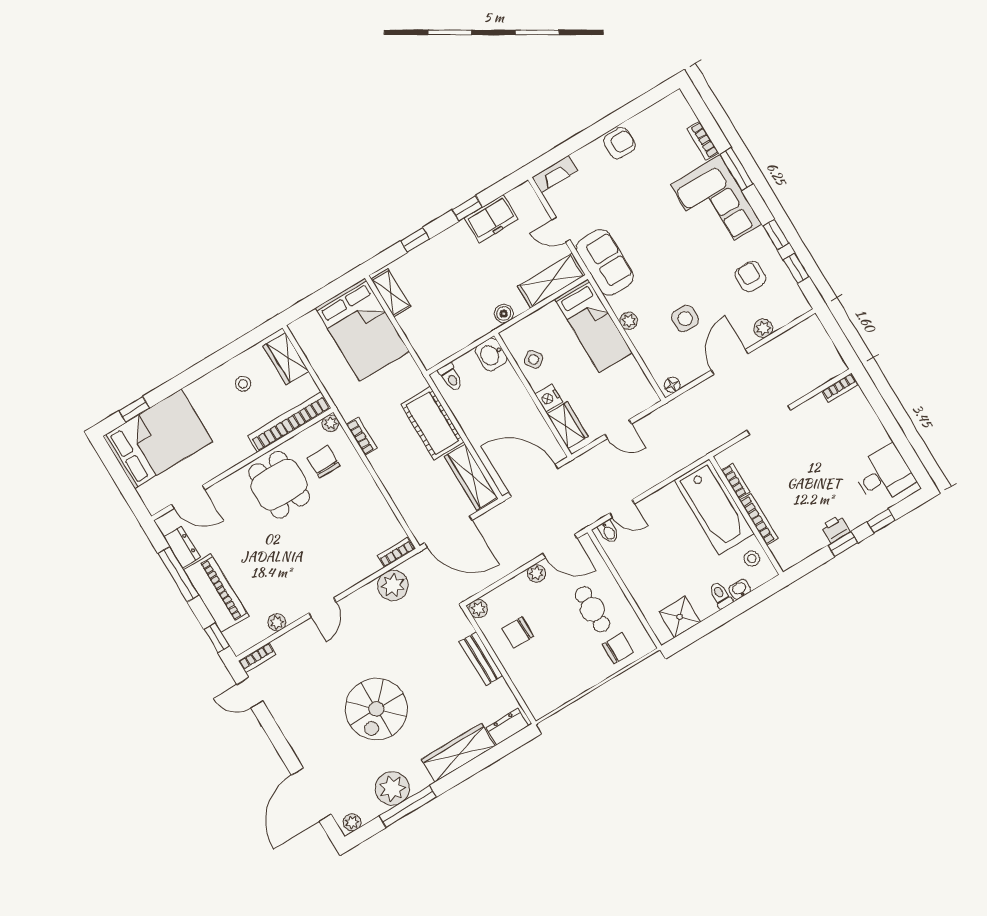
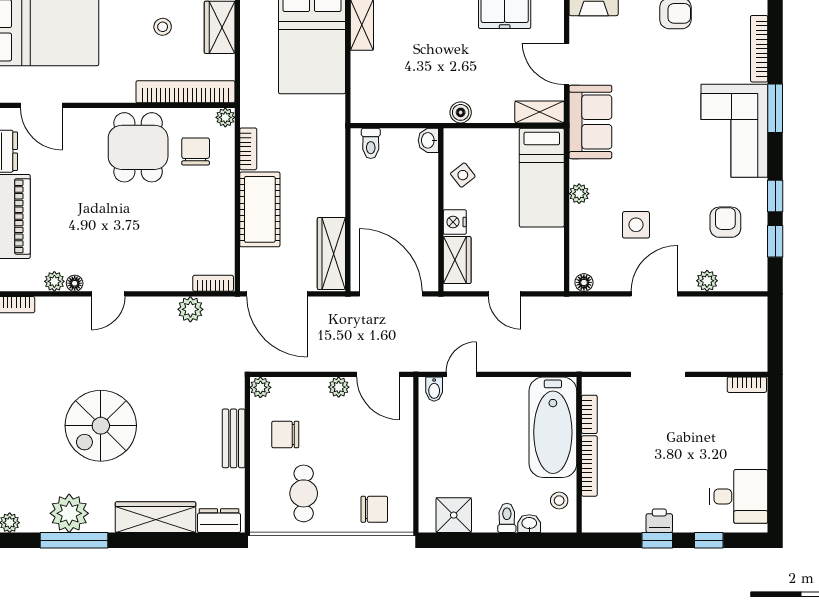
bookcase: (703, 141) -> (759, 49), width x1.56
door: (561, 230) -> (567, 64), width x1.37
shelving: (552, 281) -> (540, 112), width x0.67, depth x0.75
washbasin: (491, 354) -> (428, 140), width x0.72, depth x0.69
cot: (432, 423) -> (260, 209), moved
door: (622, 509) -> (461, 374), swing flipped
plant: (393, 585) -> (190, 309), width x0.73, depth x0.73
cafe table: (592, 609) -> (304, 493), moved
floor lamp: (293, 615) -> (75, 283), added

